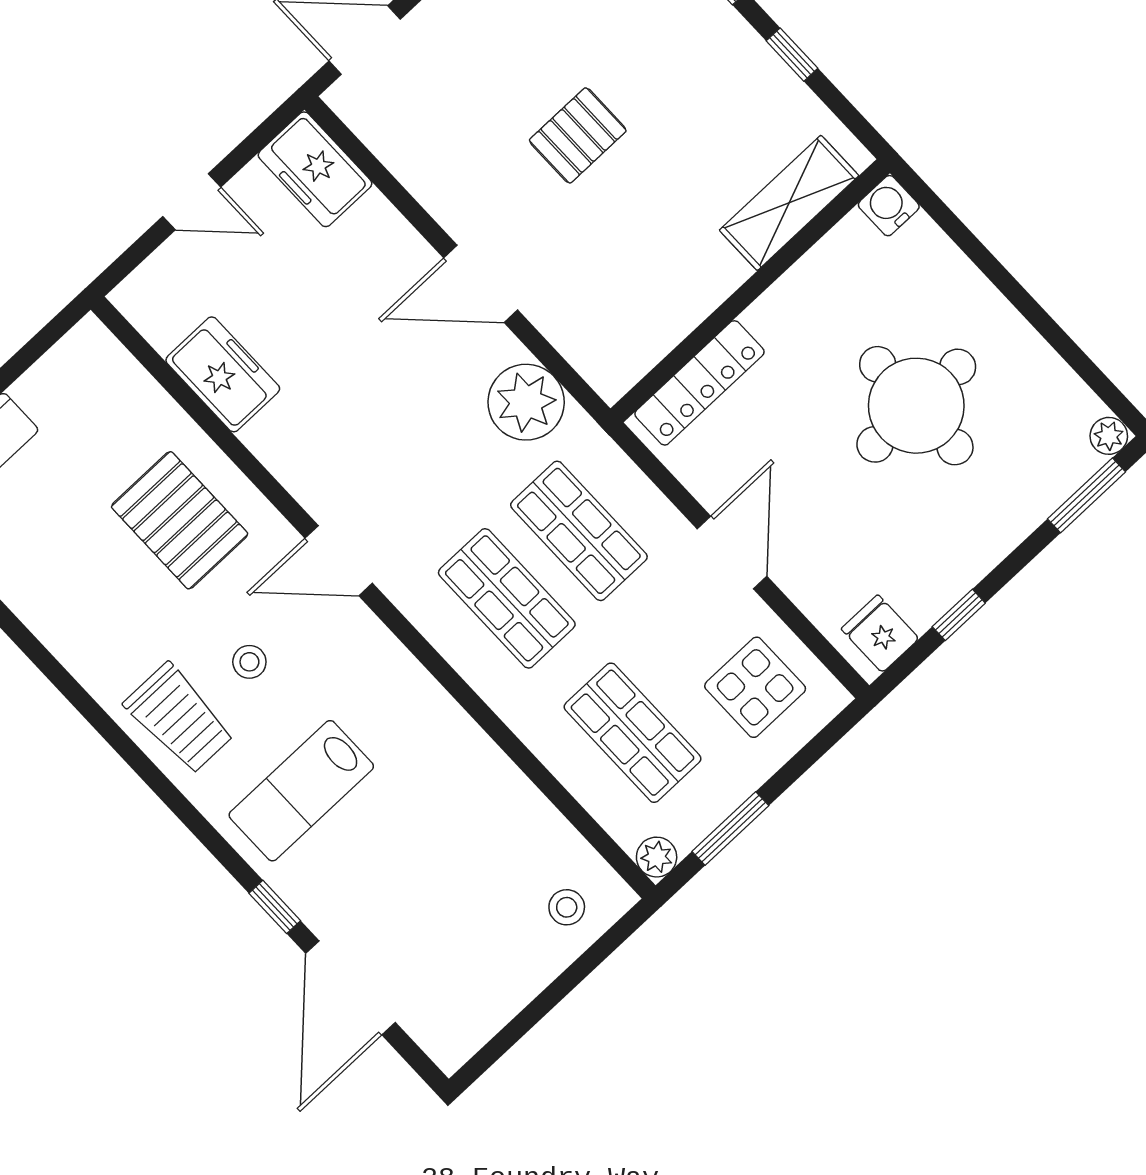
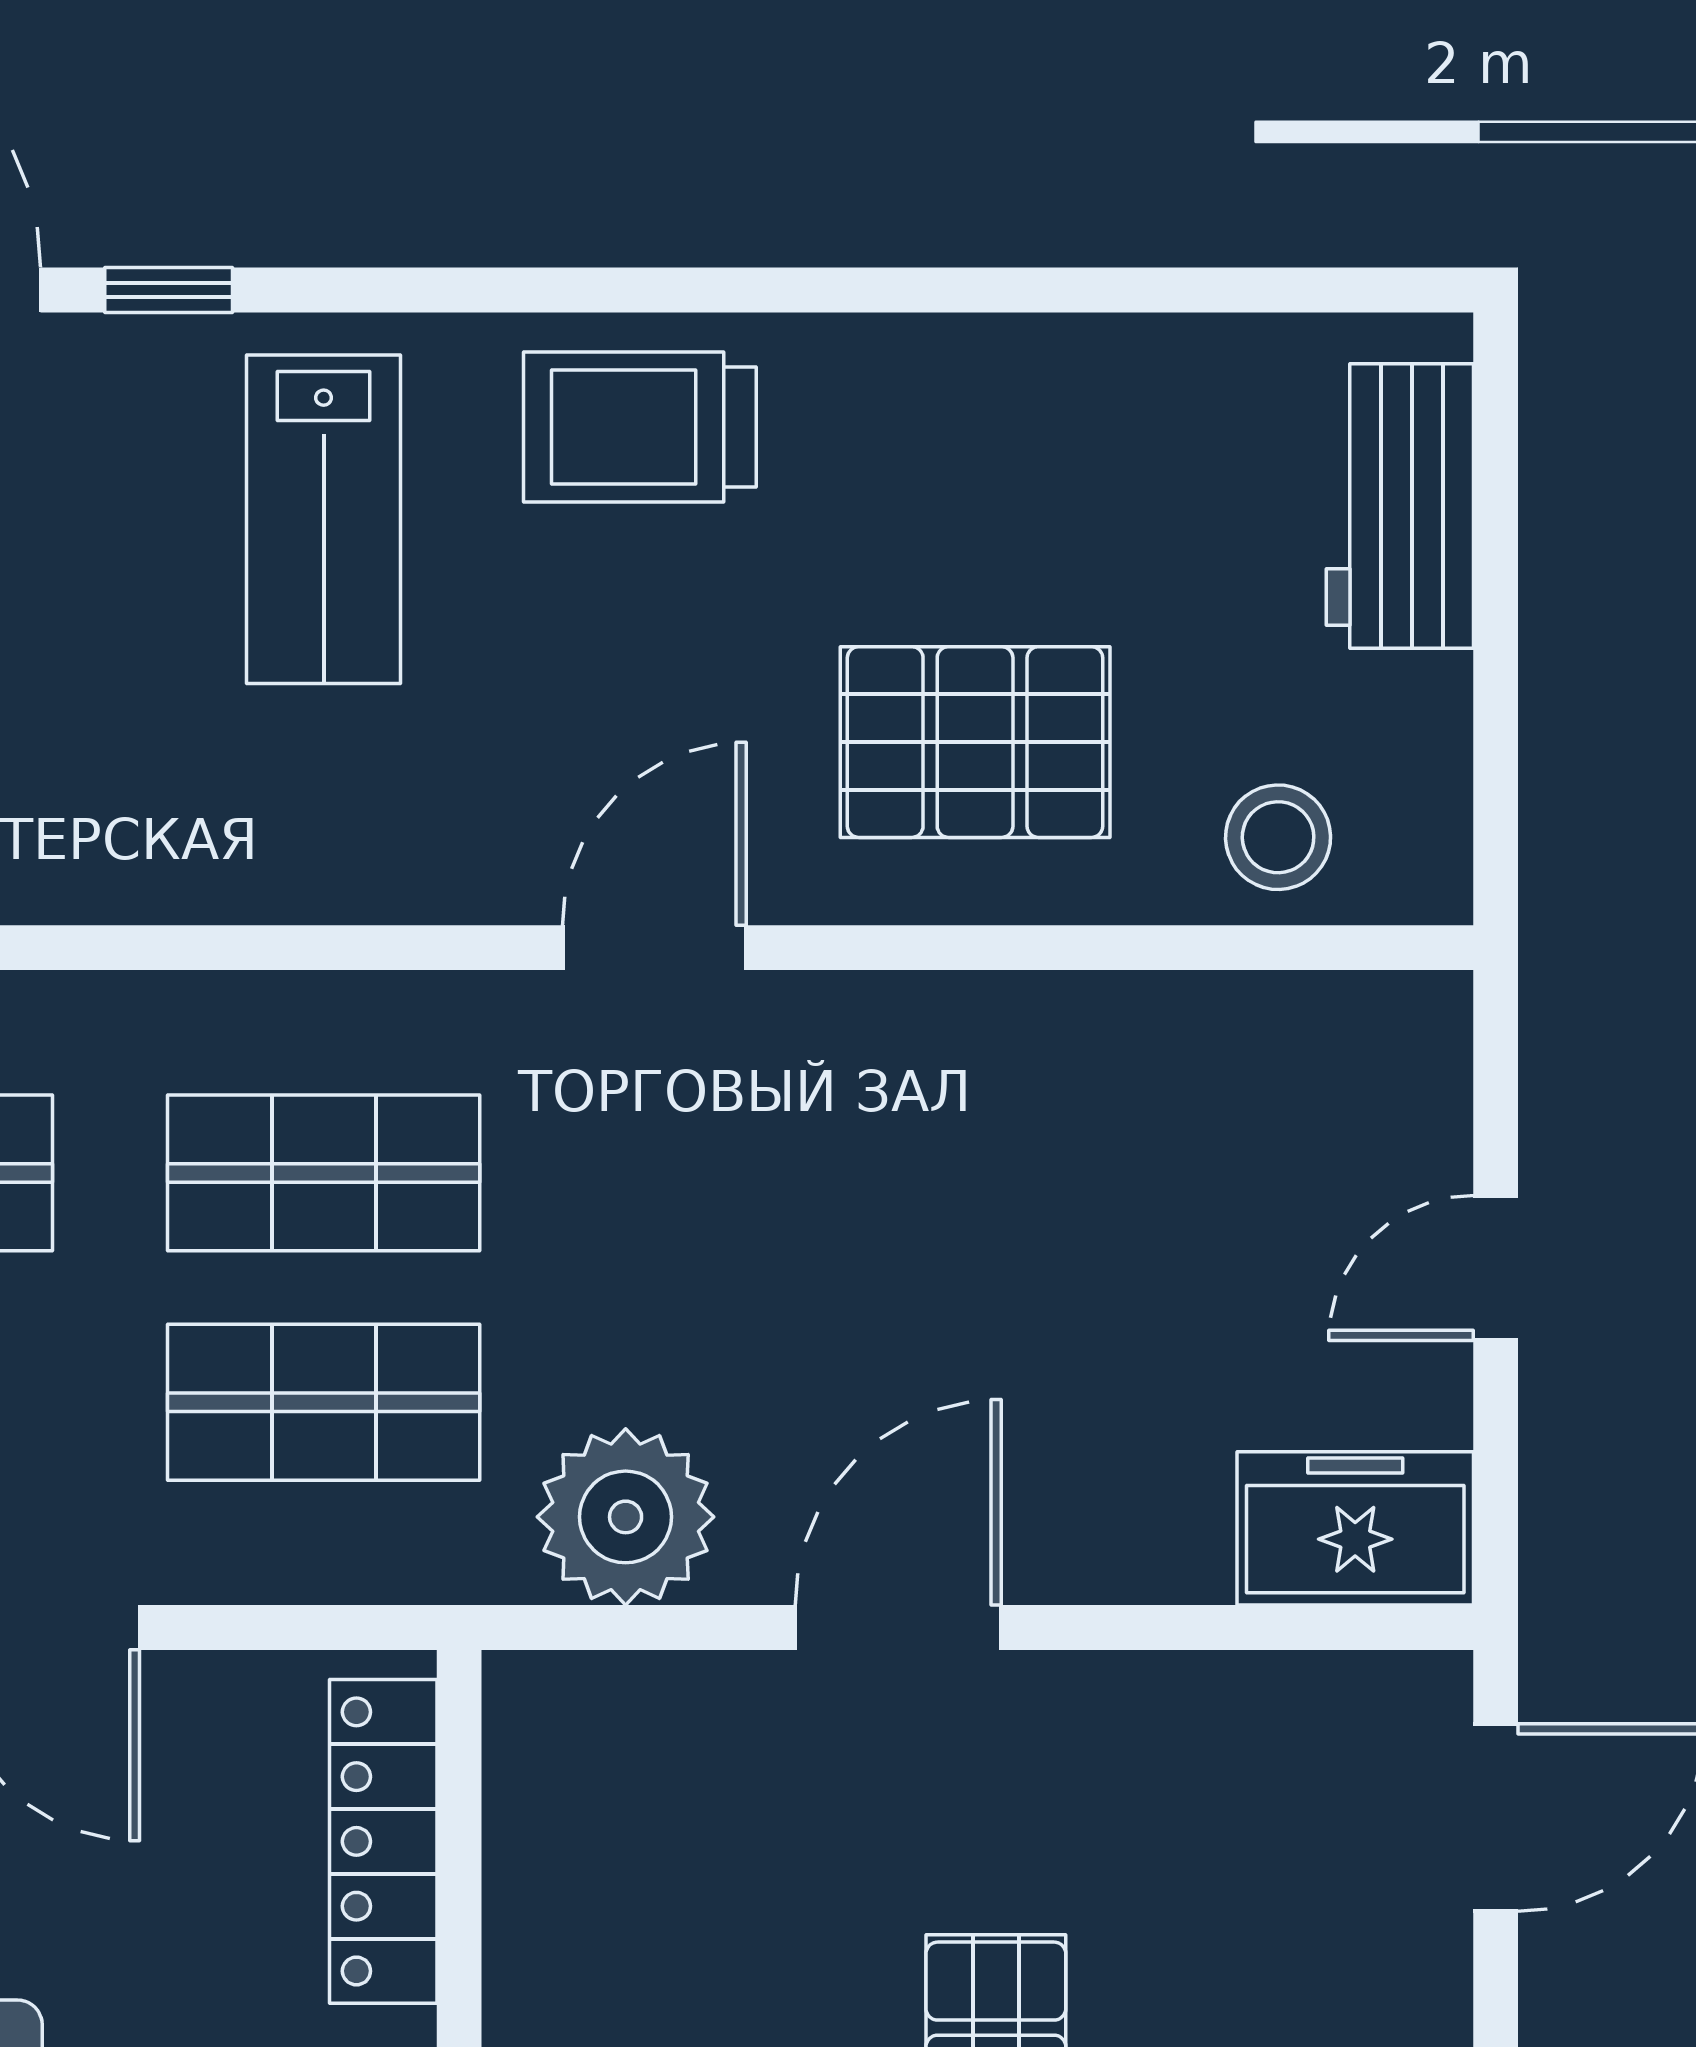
freezer: (223, 374) -> (1154, 1047), removed
stool: (249, 662) -> (1278, 837), moved, width x1.37, depth x1.37
lab bench: (301, 791) -> (324, 519), turned 180

